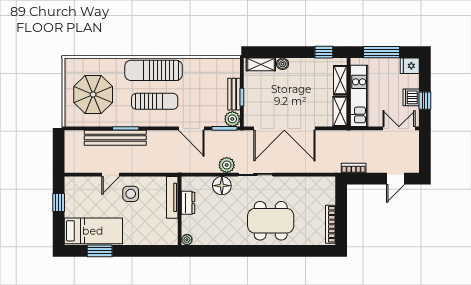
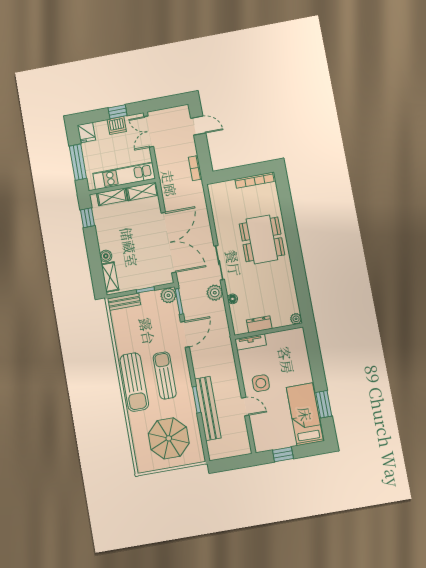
bench: (234, 94) -> (124, 302), moved
floor lamp: (222, 186) -> (232, 299), width x0.53, depth x0.53
tv unit: (172, 197) -> (251, 342), width x0.71

